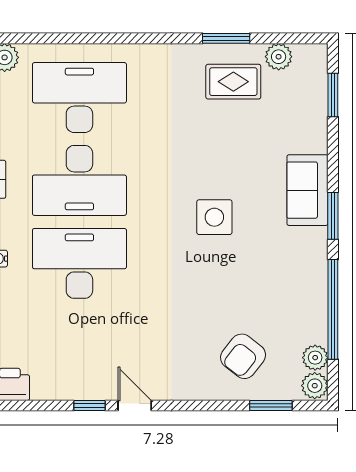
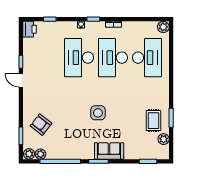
desk: (79, 263) -> (79, 58), turned 180
door: (135, 405) -> (21, 80), swing flipped

